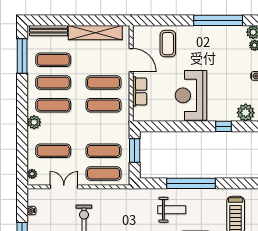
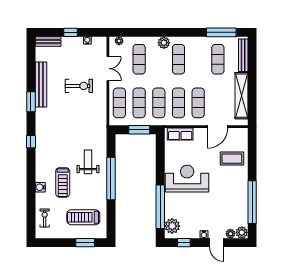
exercise mat: (53, 83) -> (159, 103), moved
row of seats: (140, 91) -> (180, 134), moved
window: (224, 126) -> (160, 207), width x3.17
weight bench: (172, 210) -> (88, 162), turned 180

